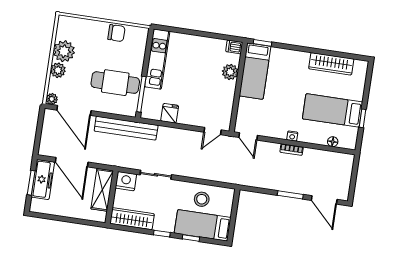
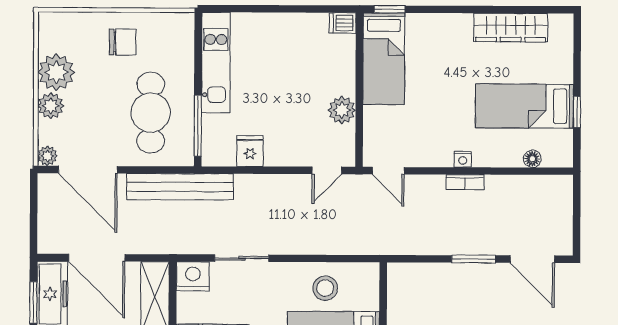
chair: (116, 33) -> (123, 42), moved
plant: (230, 72) -> (342, 110), moved
cafe table: (115, 83) -> (151, 113), turned 90

